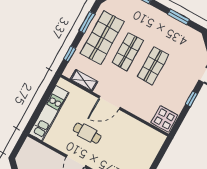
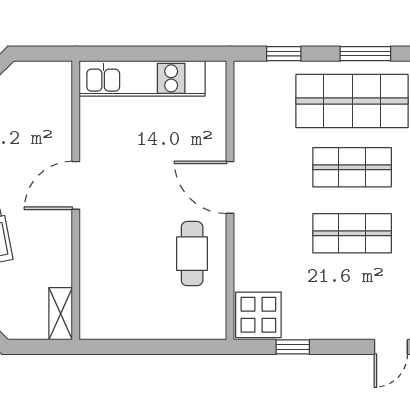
shelving: (84, 80) -> (246, 112), removed
window: (192, 99) -> (293, 347), moved
cafe table: (87, 133) -> (192, 254), moved

